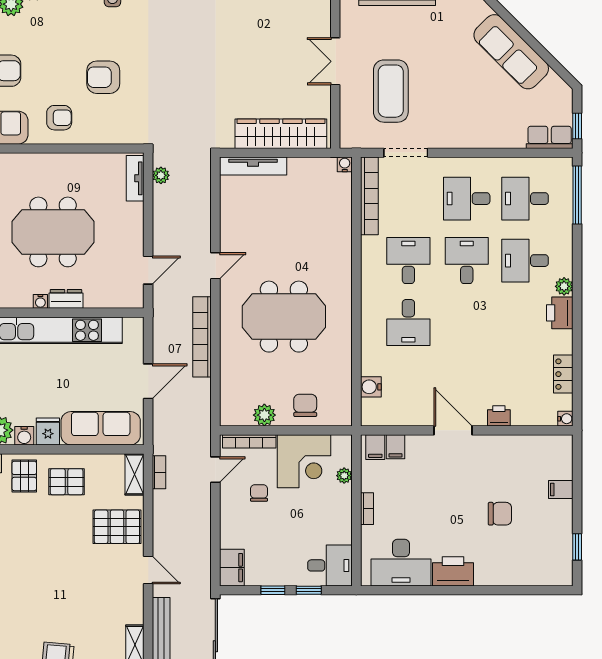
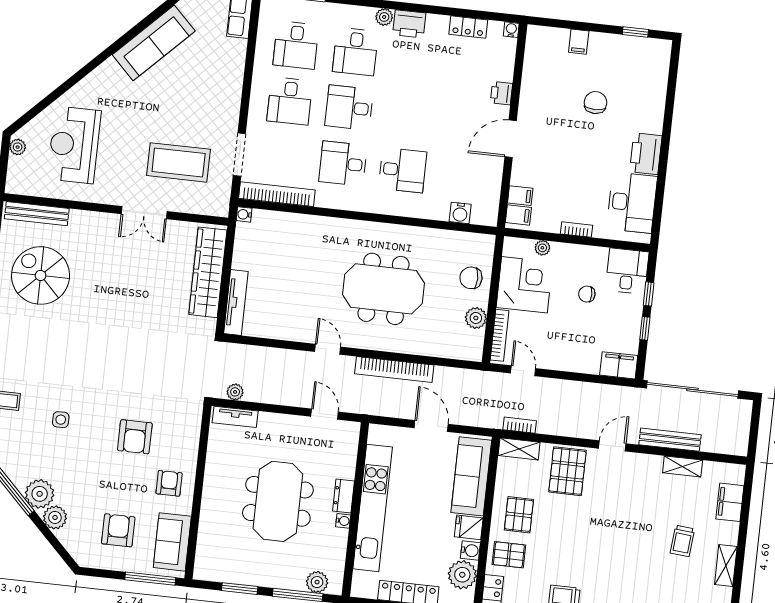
meeting table: (284, 317) -> (384, 289), turned 90
chair: (259, 493) -> (587, 294), moved

